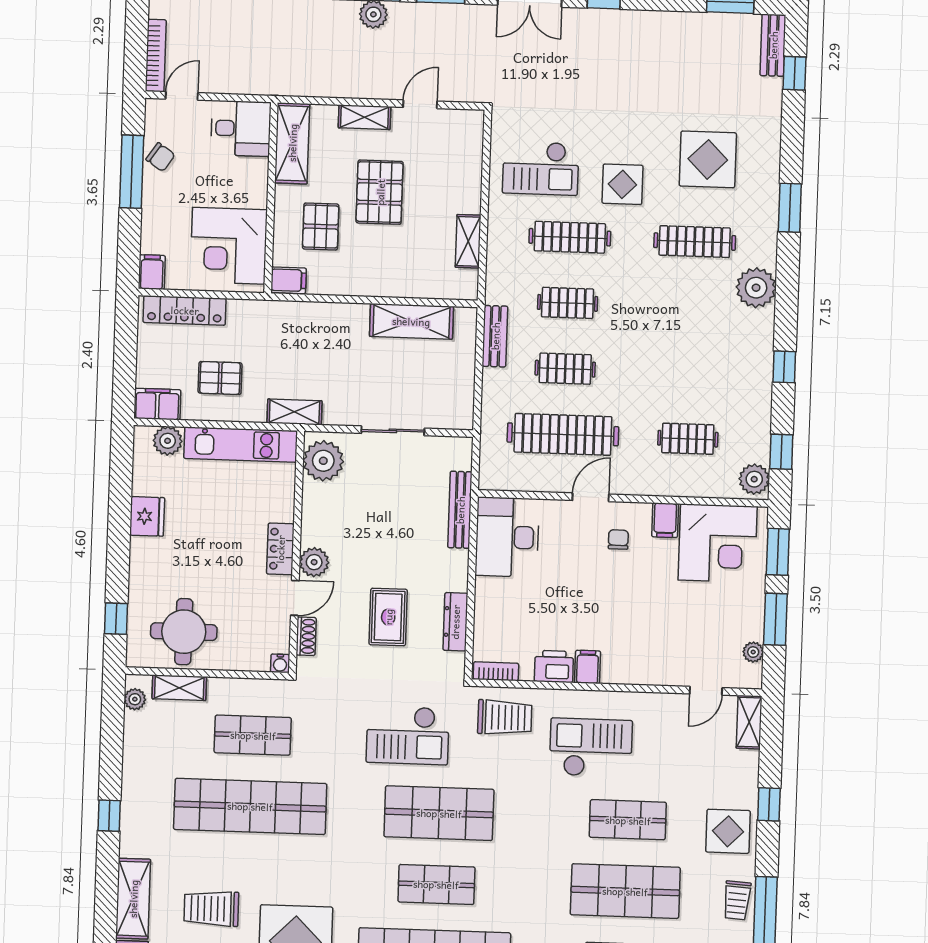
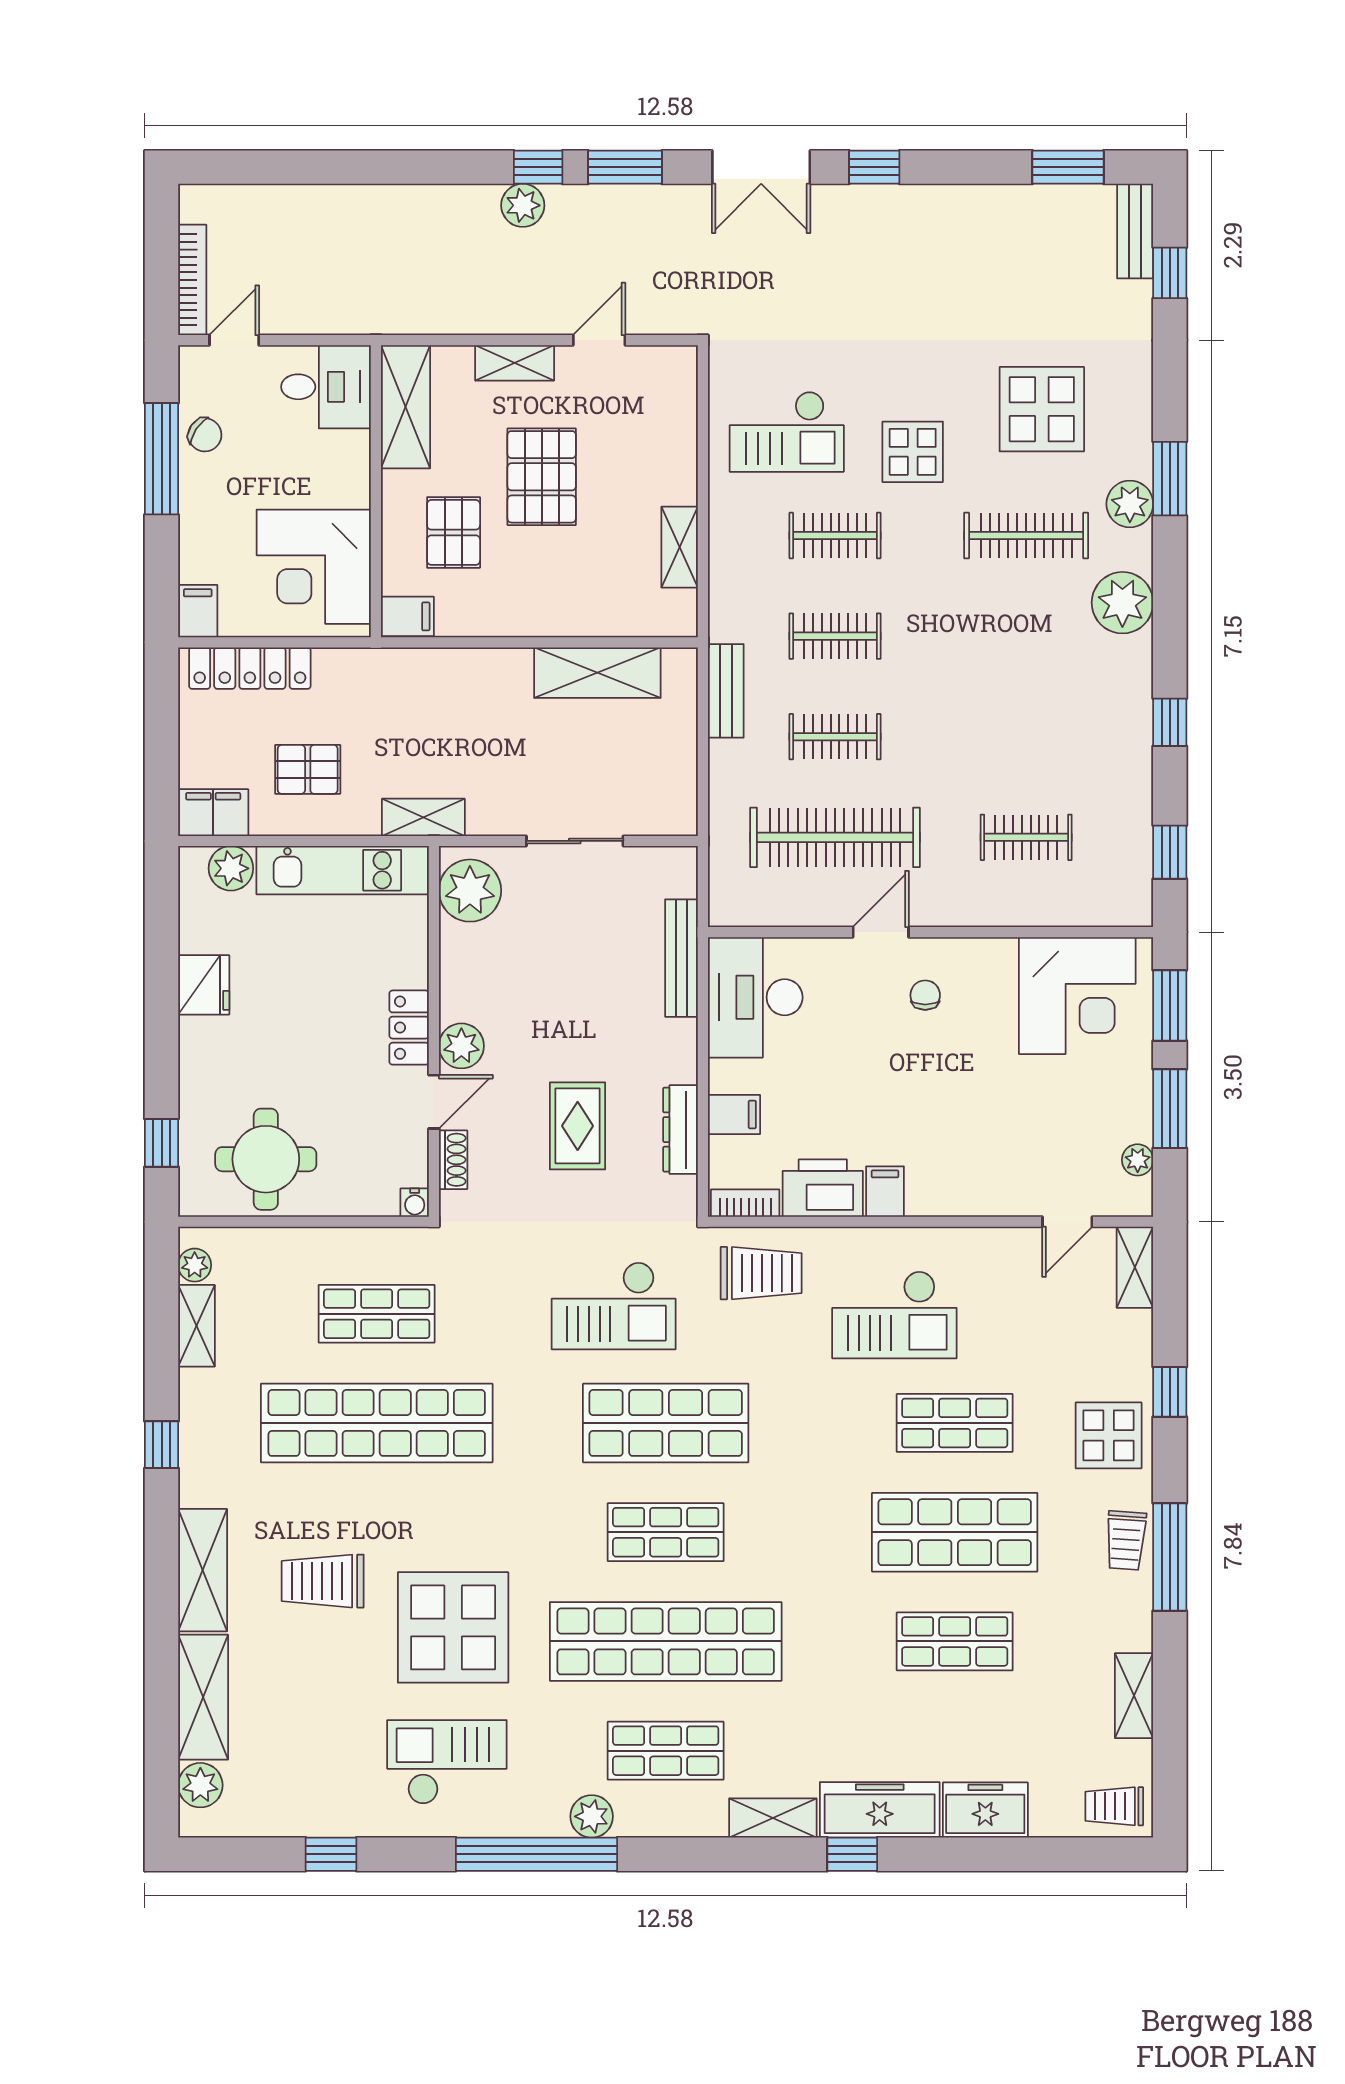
clothes rail: (570, 237) -> (835, 536), width x0.73
plant: (754, 479) -> (1130, 504), moved
filing cabinet: (665, 520) -> (734, 1114), moved, turned -90
printer: (554, 666) -> (823, 1188), width x1.37, depth x1.19
shelving: (179, 688) -> (196, 1326), moved, turned 90
checkout: (591, 748) -> (894, 1315), turned 180

